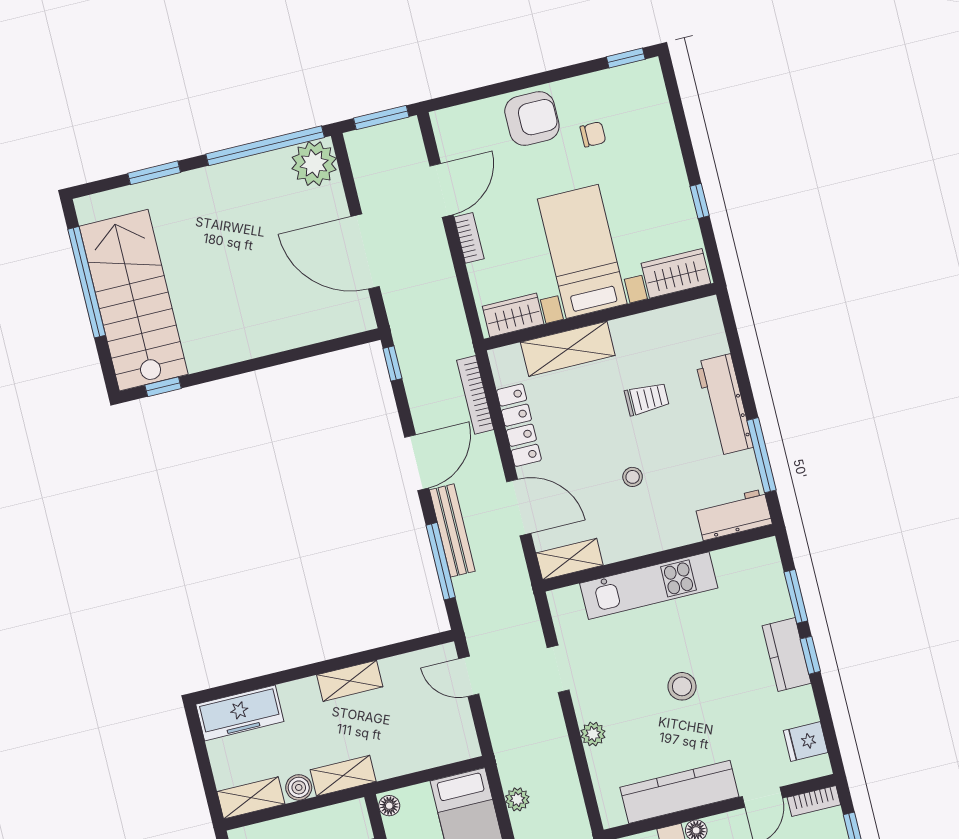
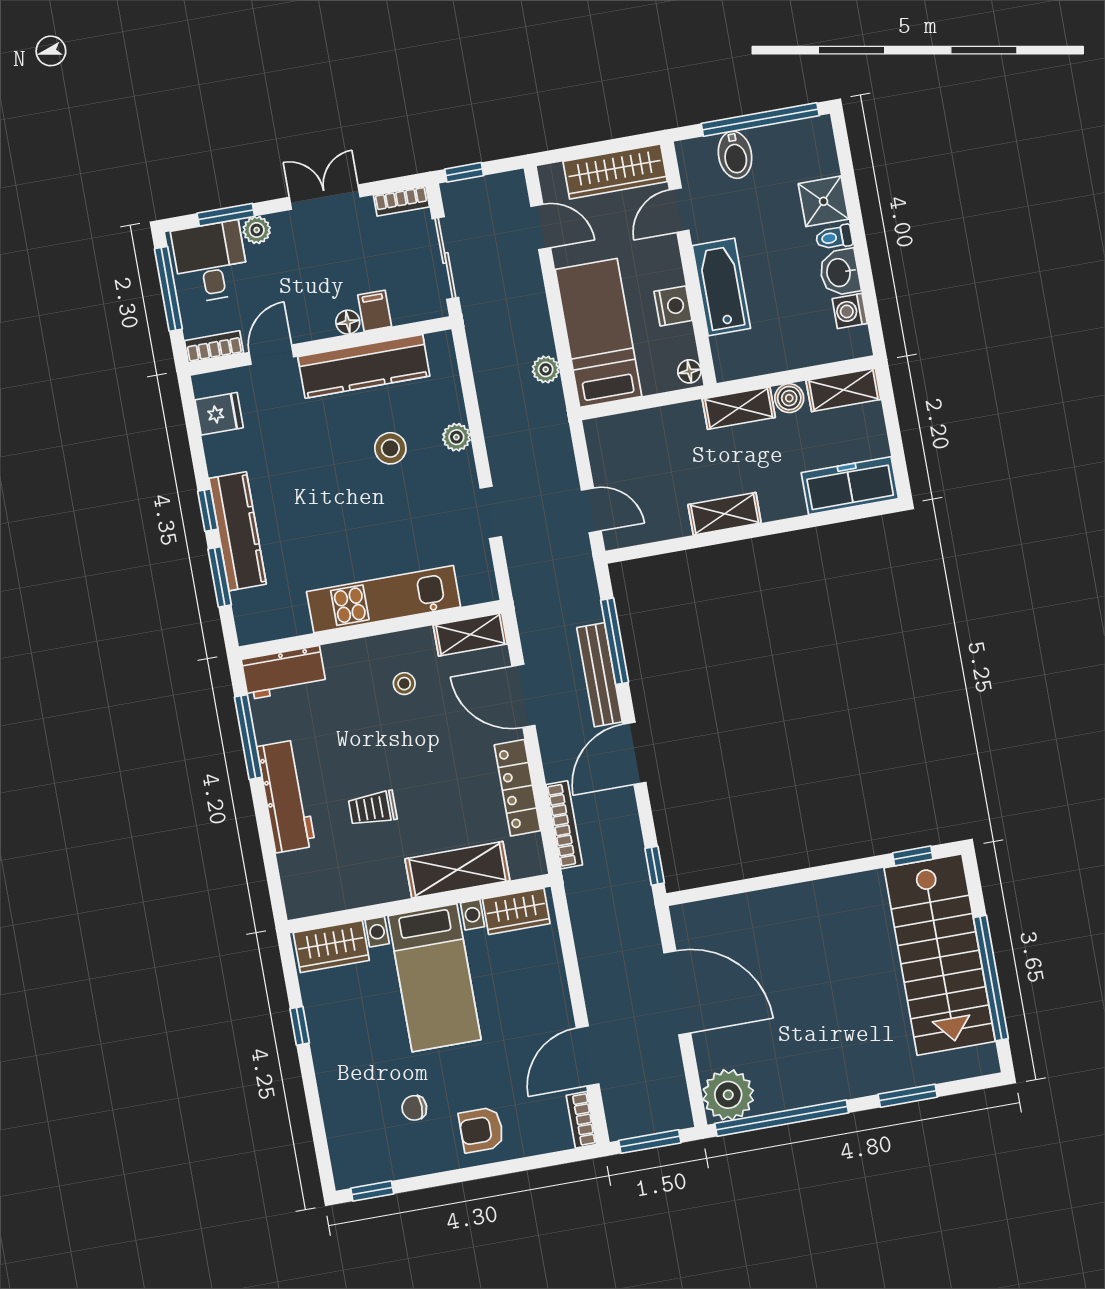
armchair: (532, 119) -> (481, 1130), width x0.72, depth x0.72
bookcase: (469, 238) -> (581, 1120), moved
stool: (633, 477) -> (404, 684), moved
kitchen counter: (787, 654) -> (238, 531), width x1.50
stool: (682, 686) -> (390, 448), moved

